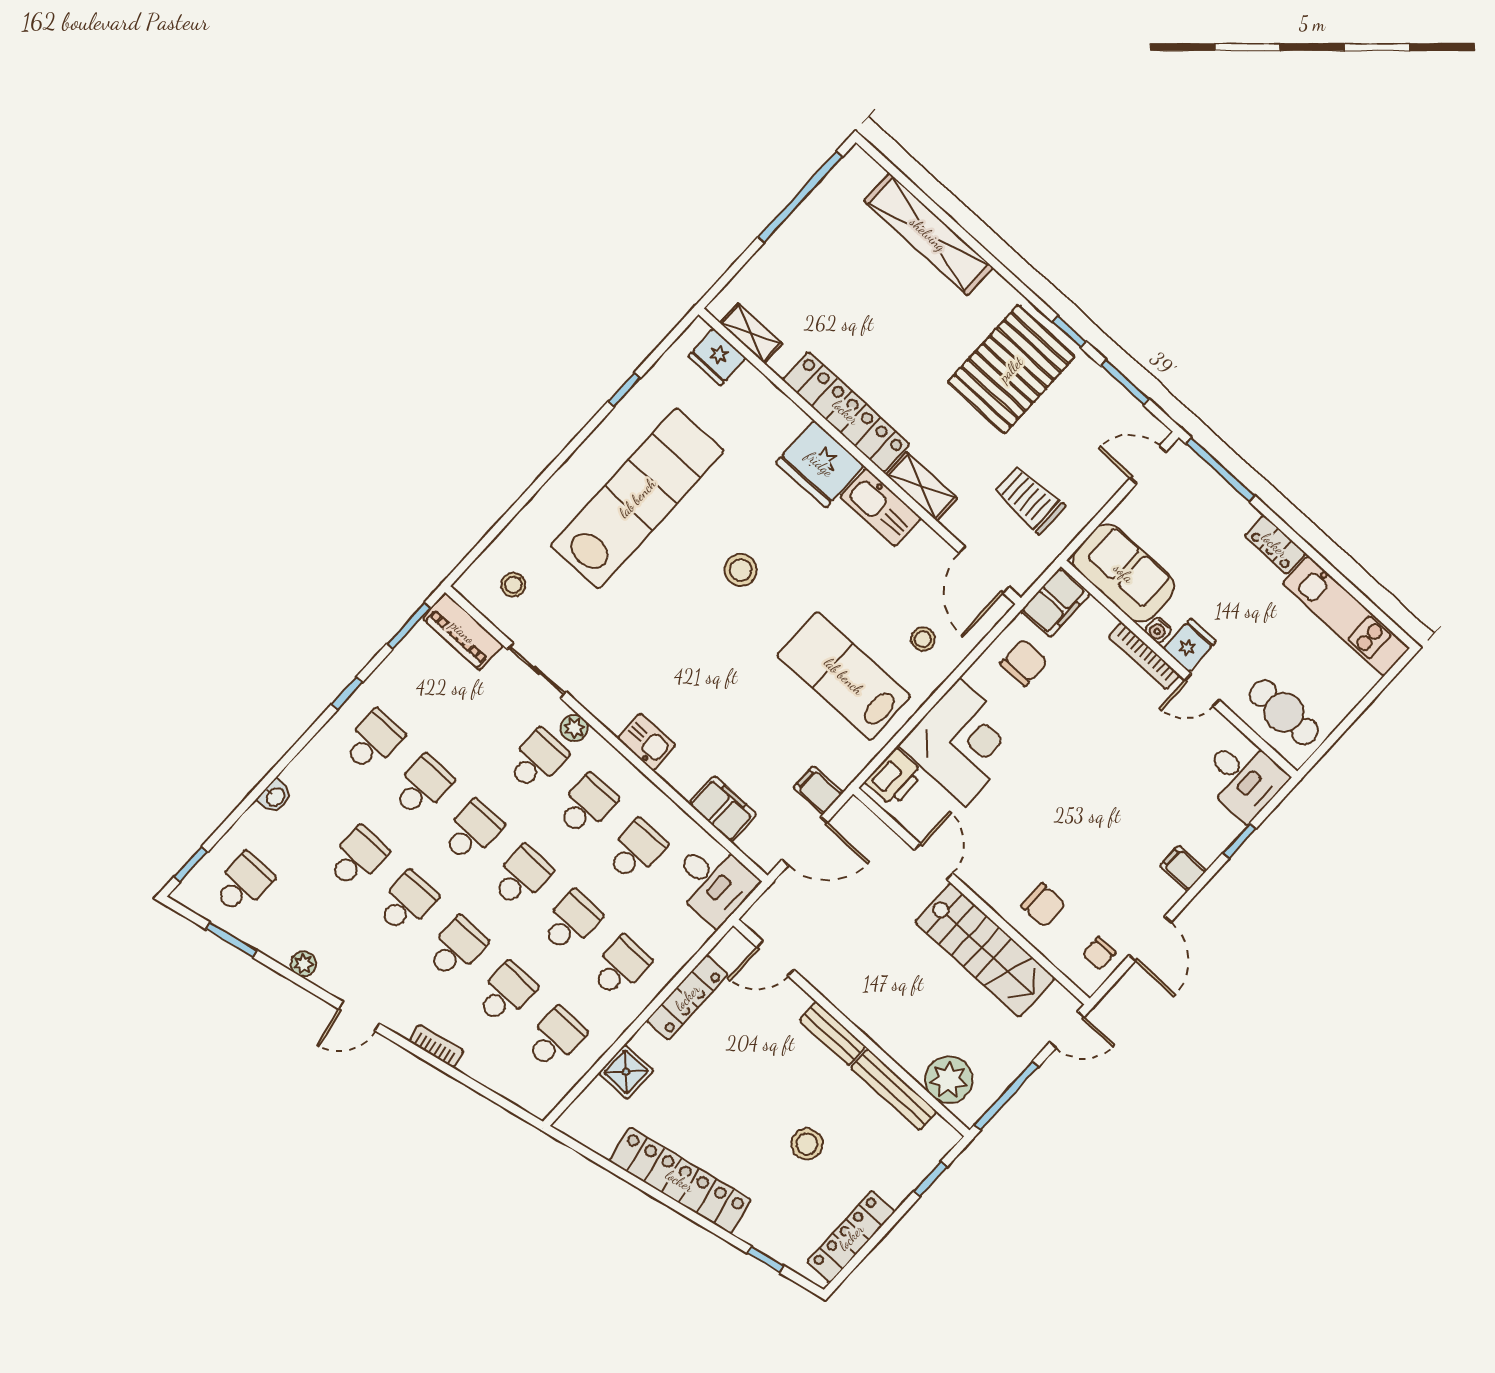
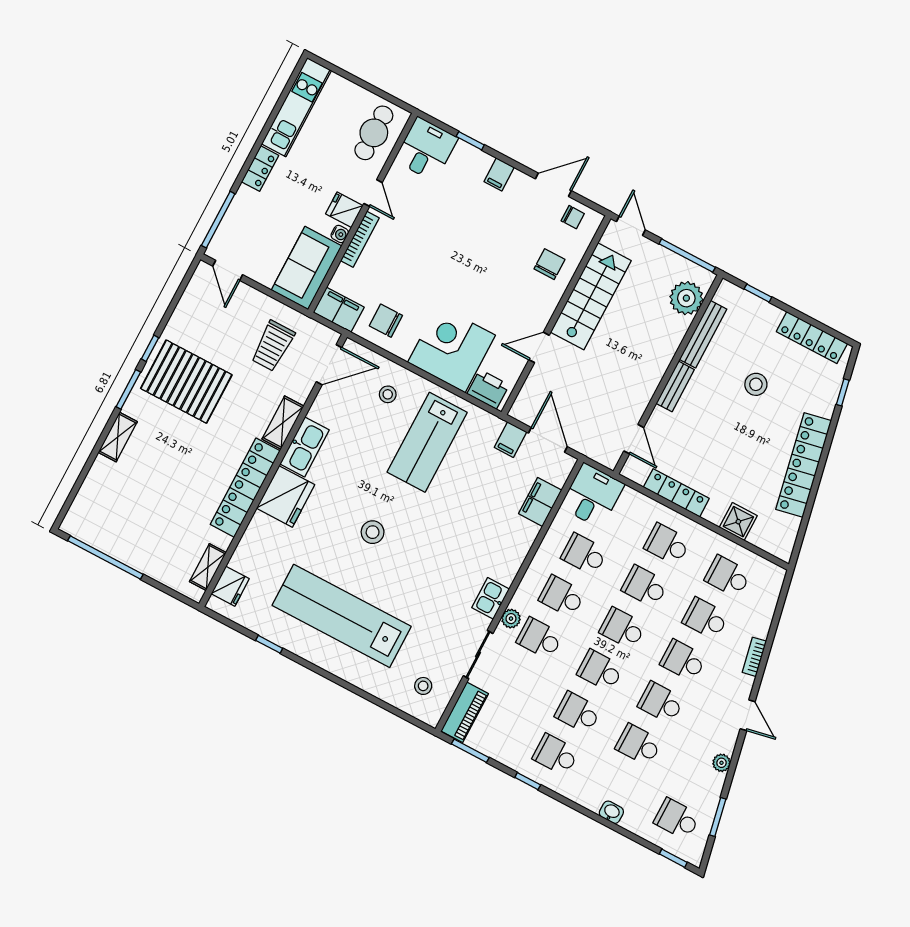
shelving: (928, 234) -> (118, 437), width x0.45, depth x0.75
window: (1125, 382) -> (128, 389), moved
kitchen sink: (647, 742) -> (491, 598), moved

